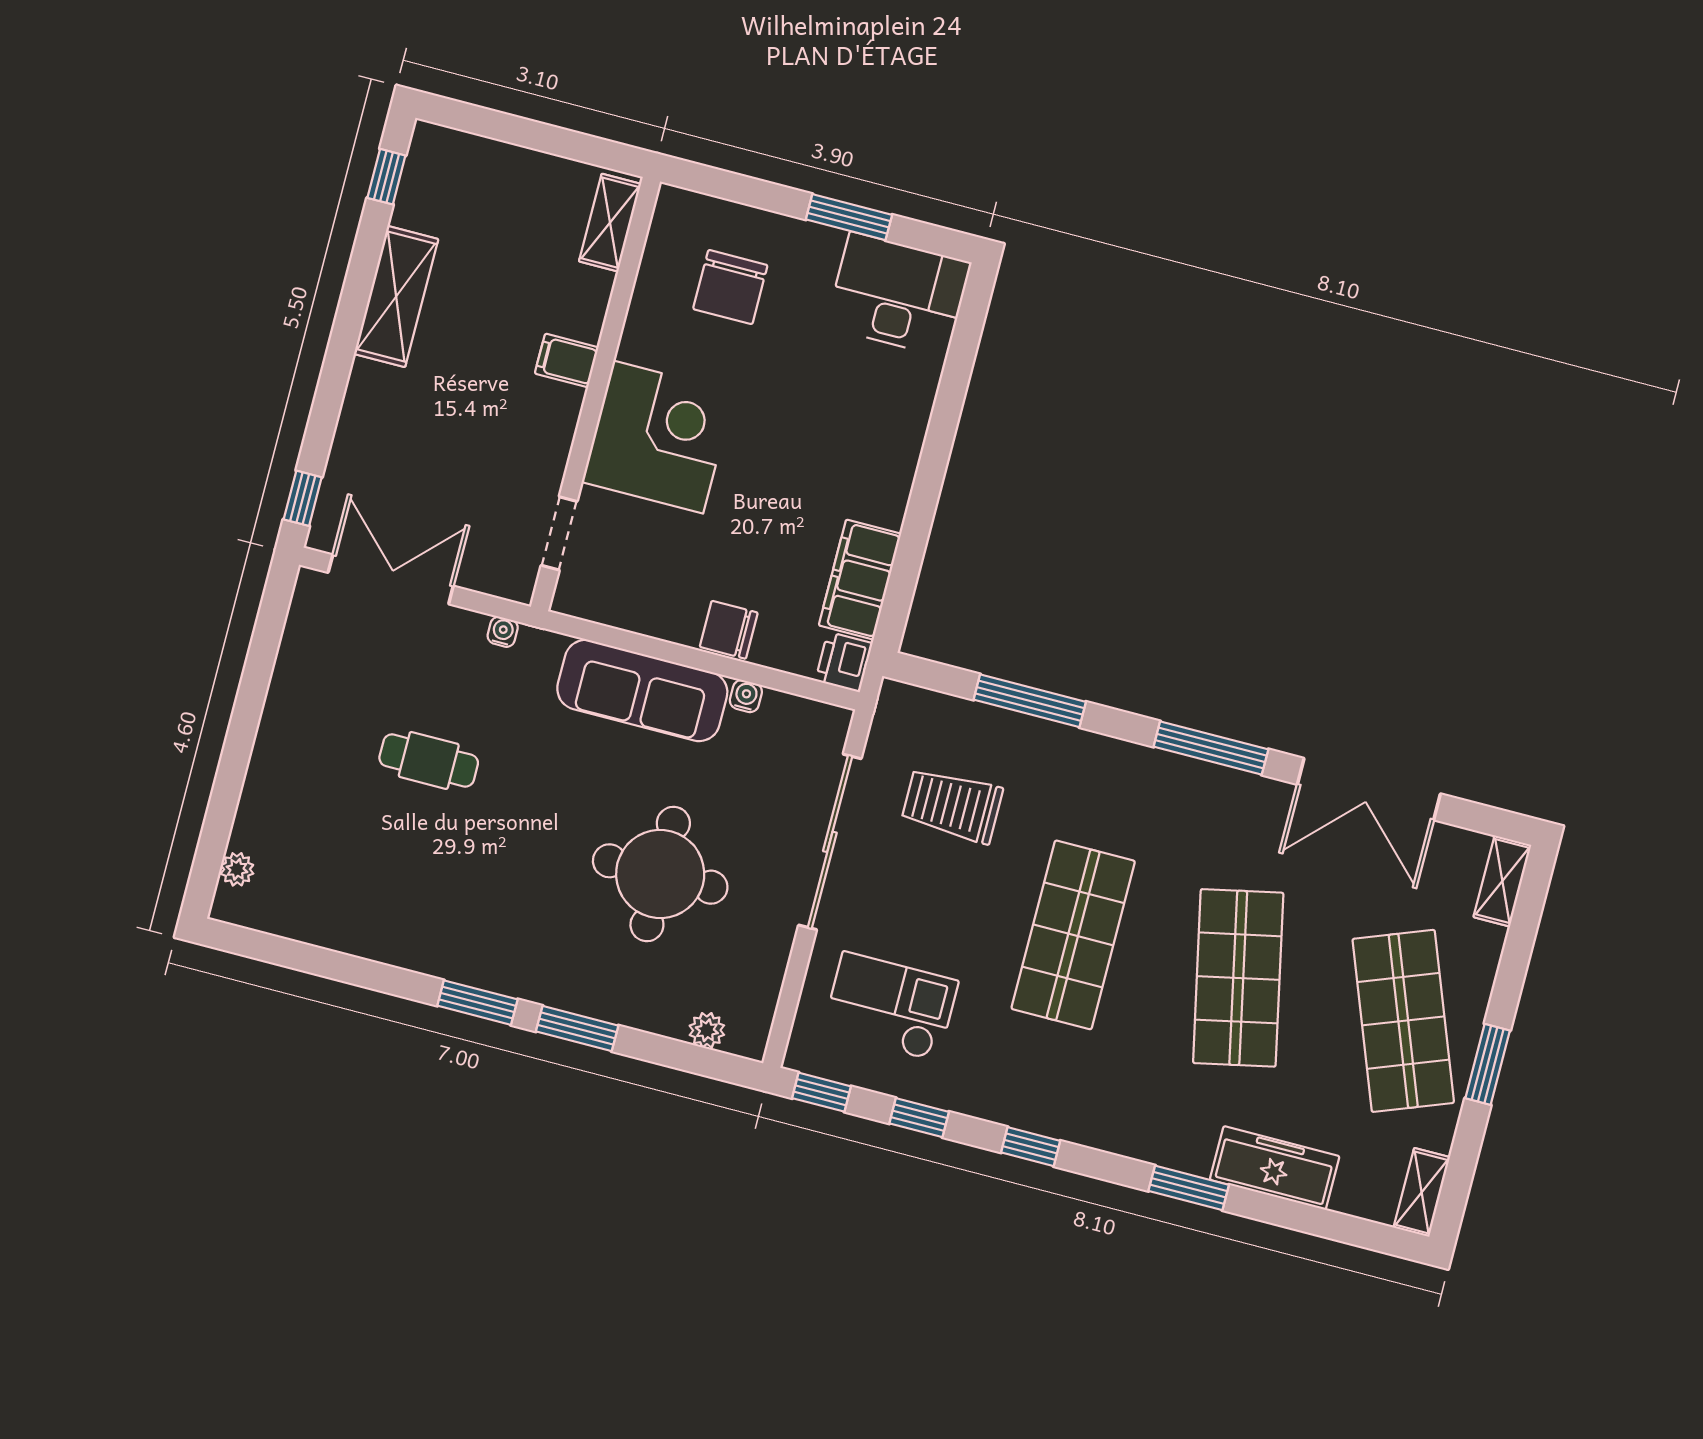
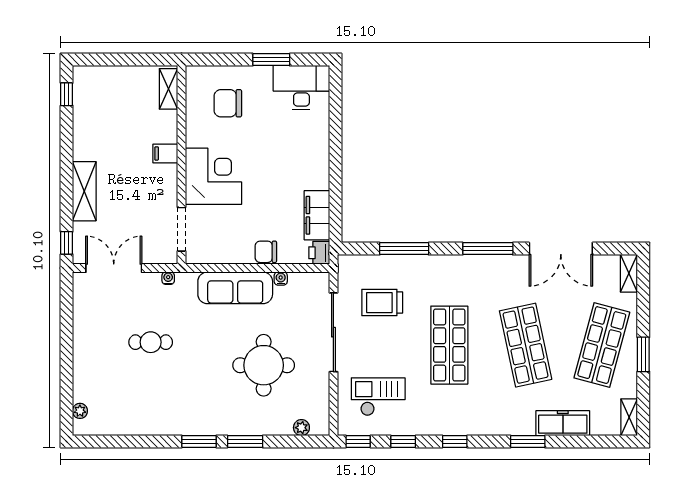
chair: (730, 287) -> (228, 103), turned 90
shelving: (396, 296) -> (84, 191), moved
doorway: (559, 533) -> (182, 229), width x1.38
shop shelf: (1403, 1021) -> (602, 345), turned 36

